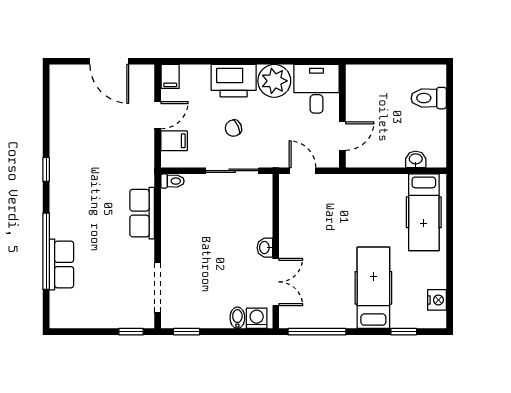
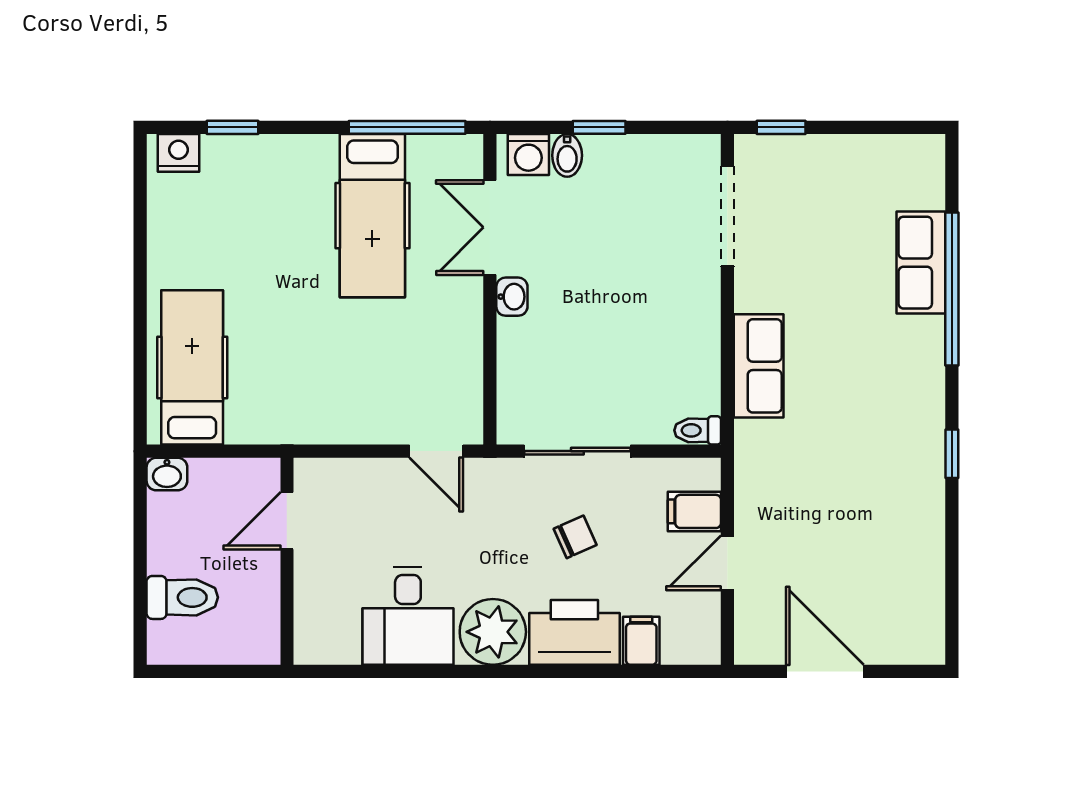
filing cabinet: (170, 76) -> (641, 641), moved
wall: (342, 116) -> (287, 561), moved
door: (342, 136) -> (287, 521), moved
washbasin: (416, 159) -> (167, 474), moved
hospital bed: (373, 288) -> (372, 216), moved
nightstand: (437, 300) -> (179, 153), moved, turned 90
window: (186, 332) -> (599, 127), moved

